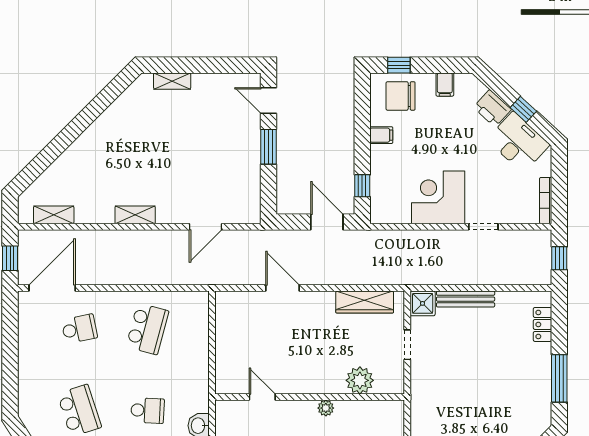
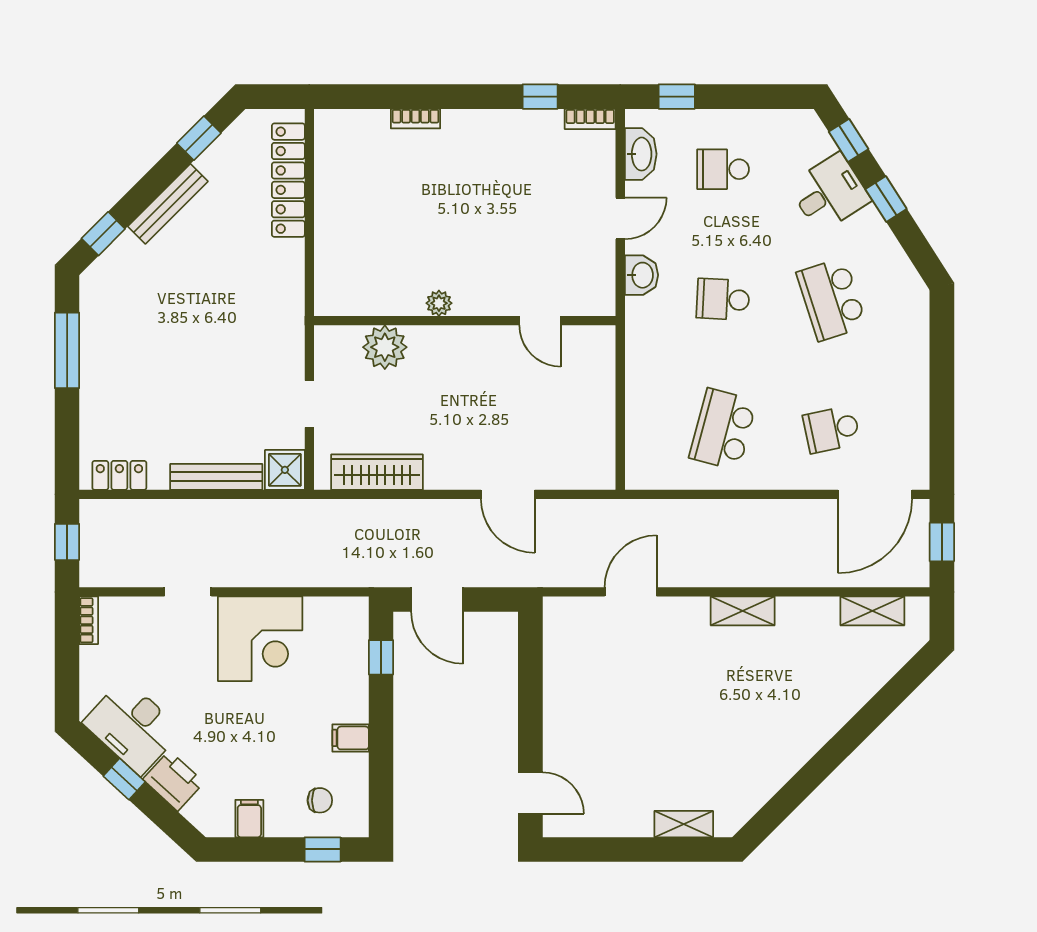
chair: (401, 96) -> (320, 800), width x0.54, depth x0.54
window: (268, 147) -> (530, 719), removed
bookcase: (546, 201) -> (89, 620), width x0.64
locker: (543, 324) -> (119, 475), moved, turned -90

